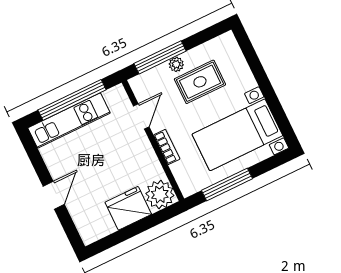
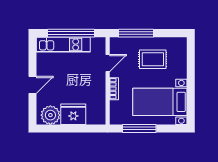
plant: (176, 64) -> (144, 42), removed
plant: (160, 194) -> (50, 115), moved

